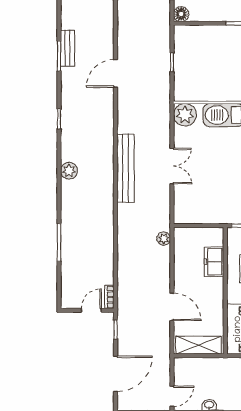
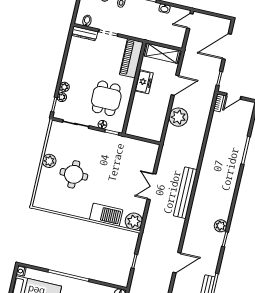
plant: (69, 171) -> (221, 226), moved
plant: (164, 239) -> (178, 117), moved, width x1.88, depth x1.88
freezer: (214, 262) -> (144, 82), moved
door: (172, 307) -> (175, 85), swing flipped

